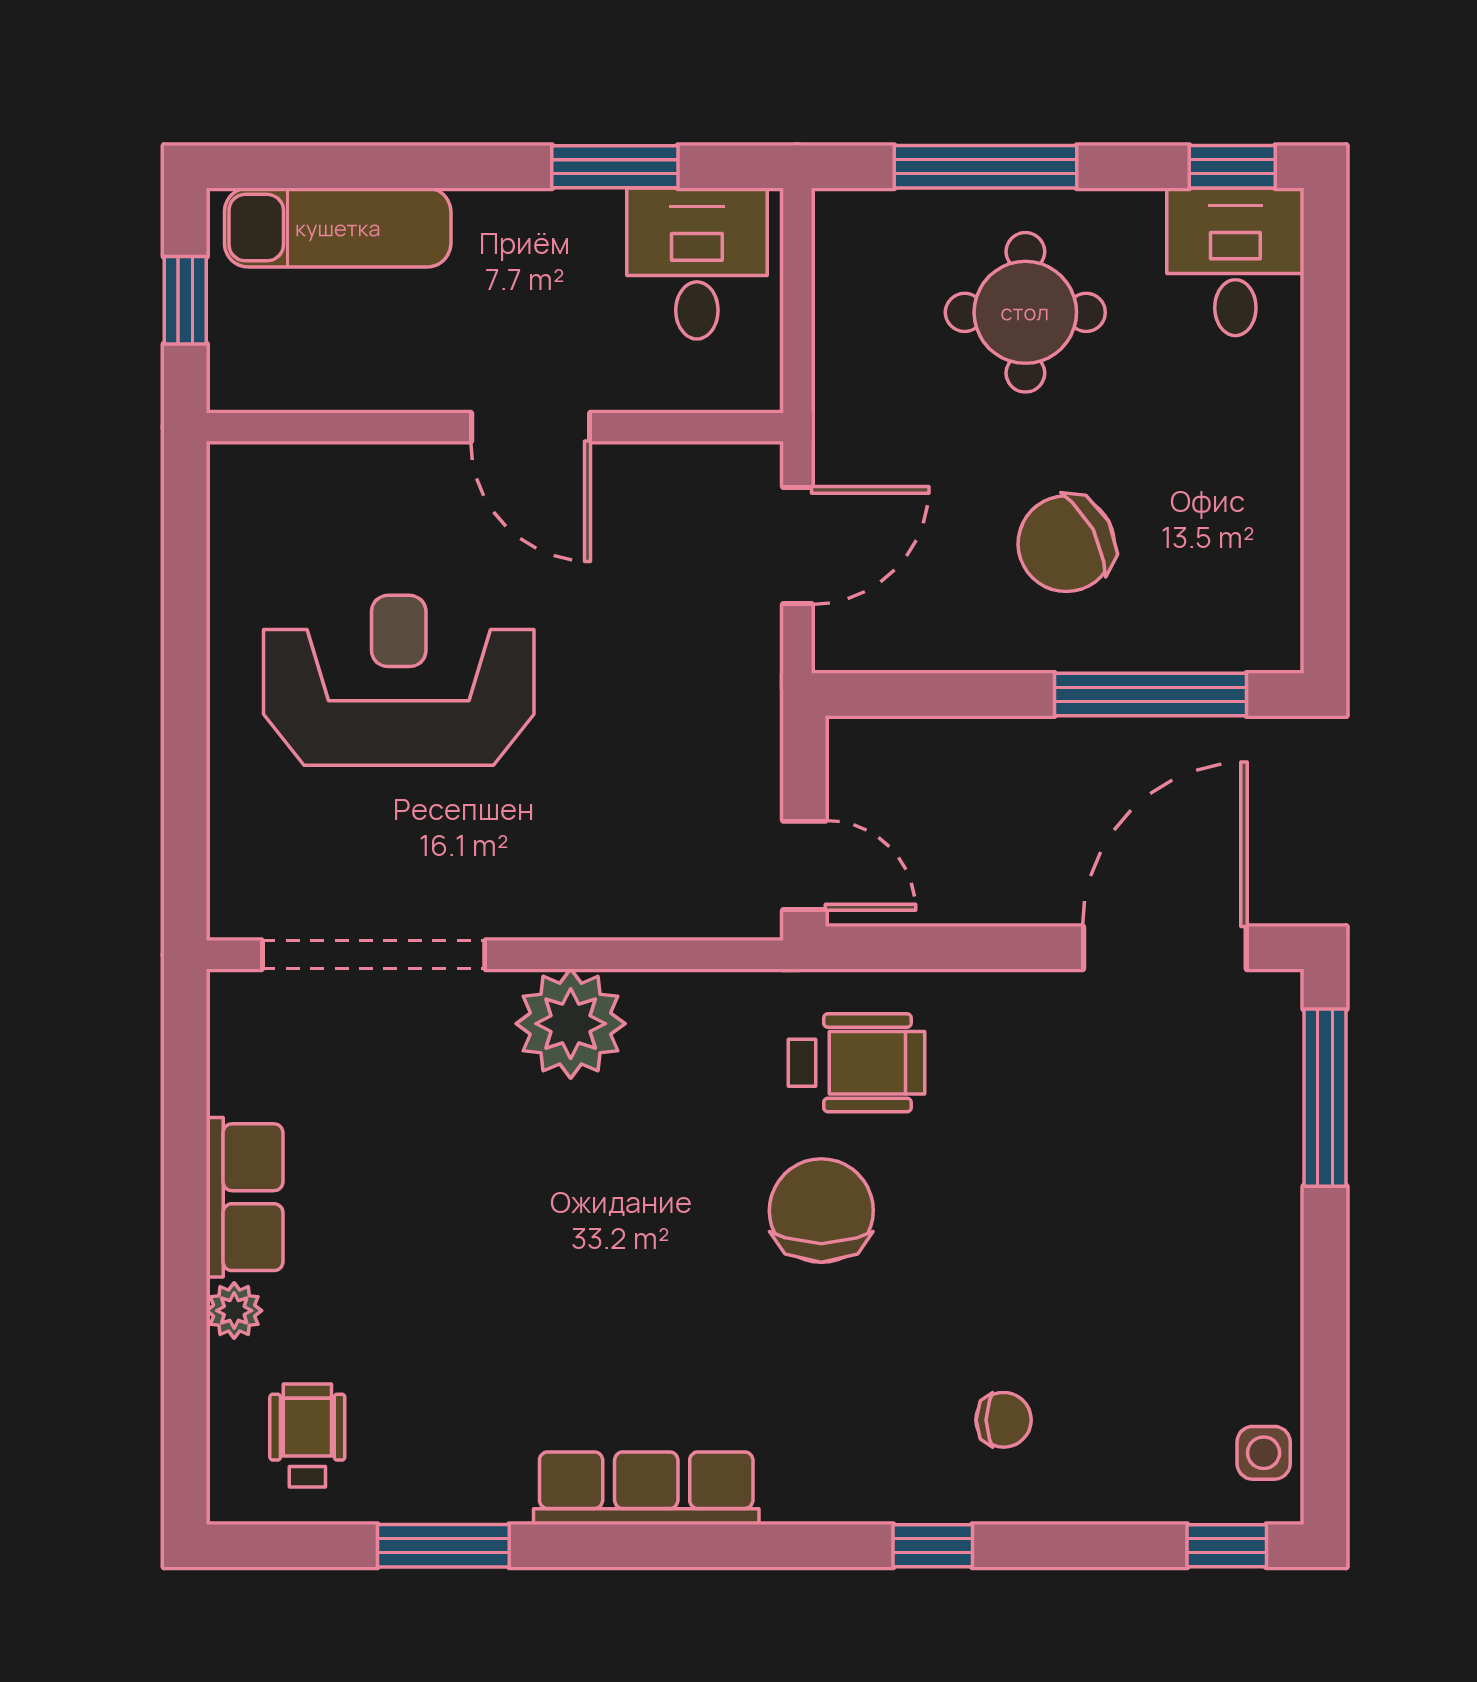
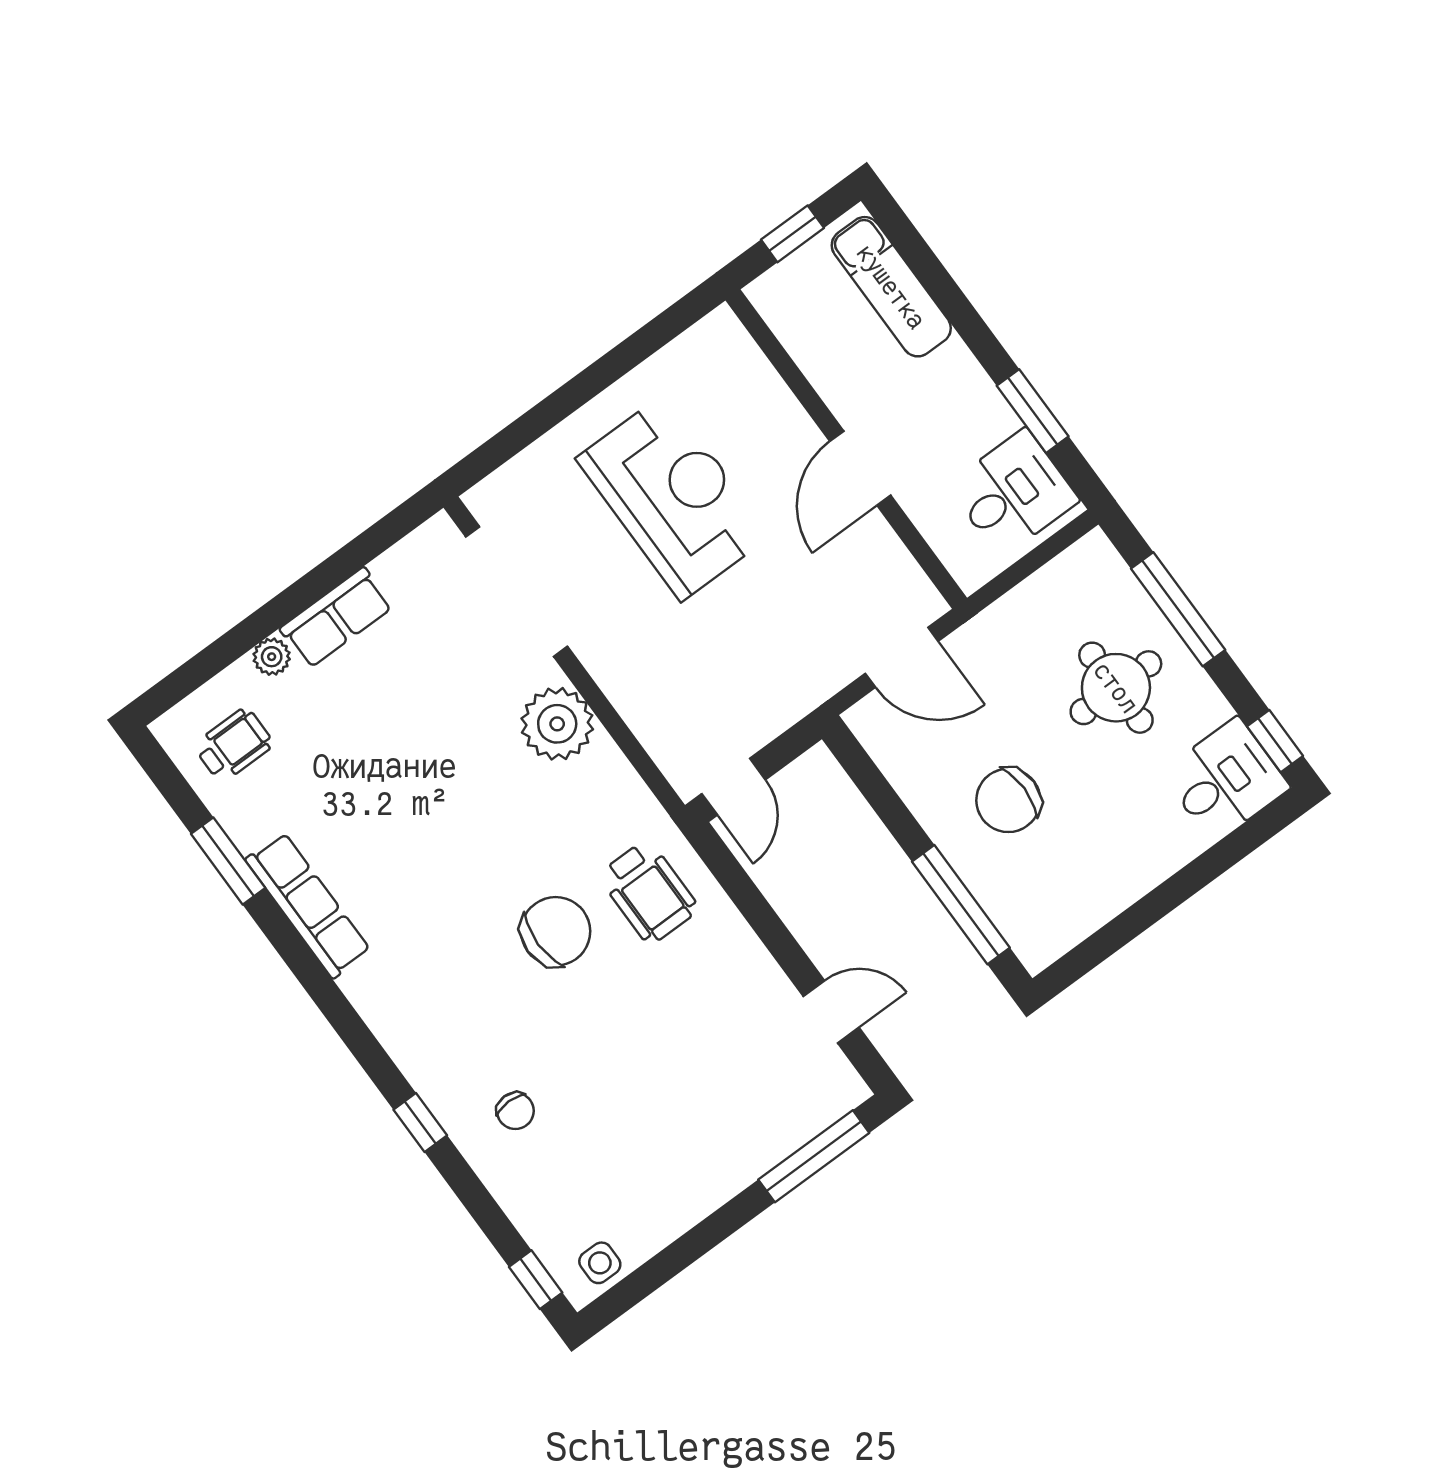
chair: (1066, 544) -> (1008, 800), turned -62
door: (1165, 948) -> (831, 1012), width x0.53
row of seats: (646, 1488) -> (308, 905), moved

